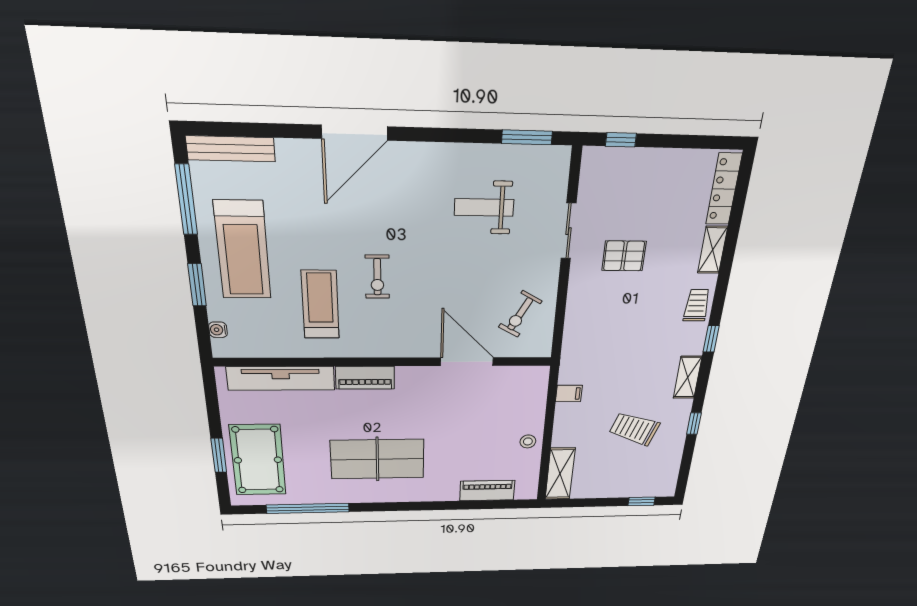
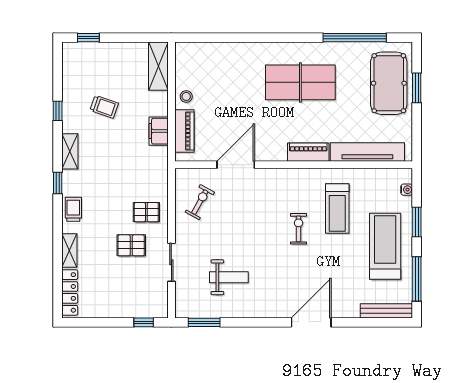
pallet: (597, 301) -> (146, 212), added
trolley: (697, 305) -> (73, 209), turned 180
door: (467, 362) -> (236, 165), swing flipped
filing cabinet: (569, 393) -> (159, 131), width x2.00
trolley: (634, 429) -> (104, 107), width x0.73, depth x0.72
piano: (487, 491) -> (184, 131), moved, turned -90

